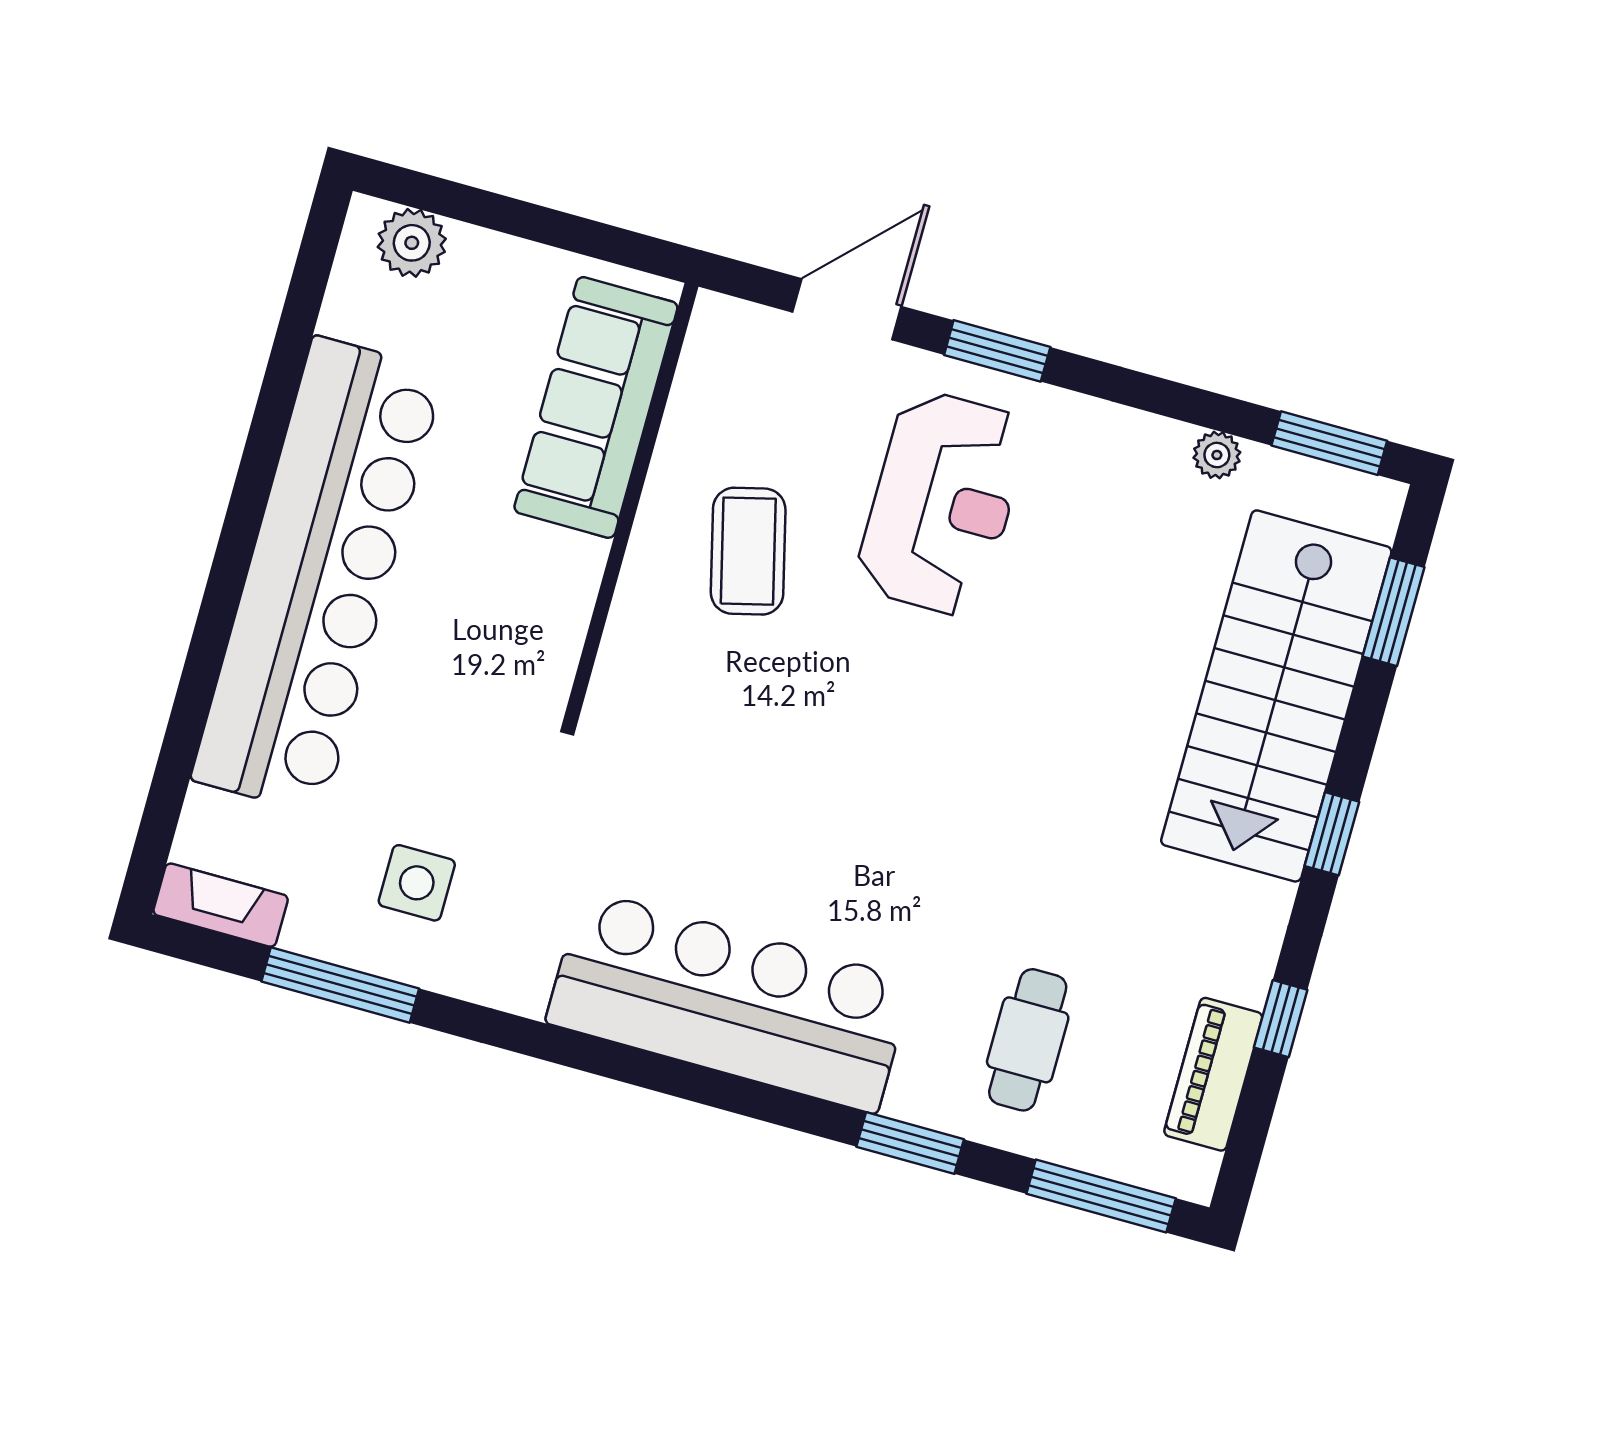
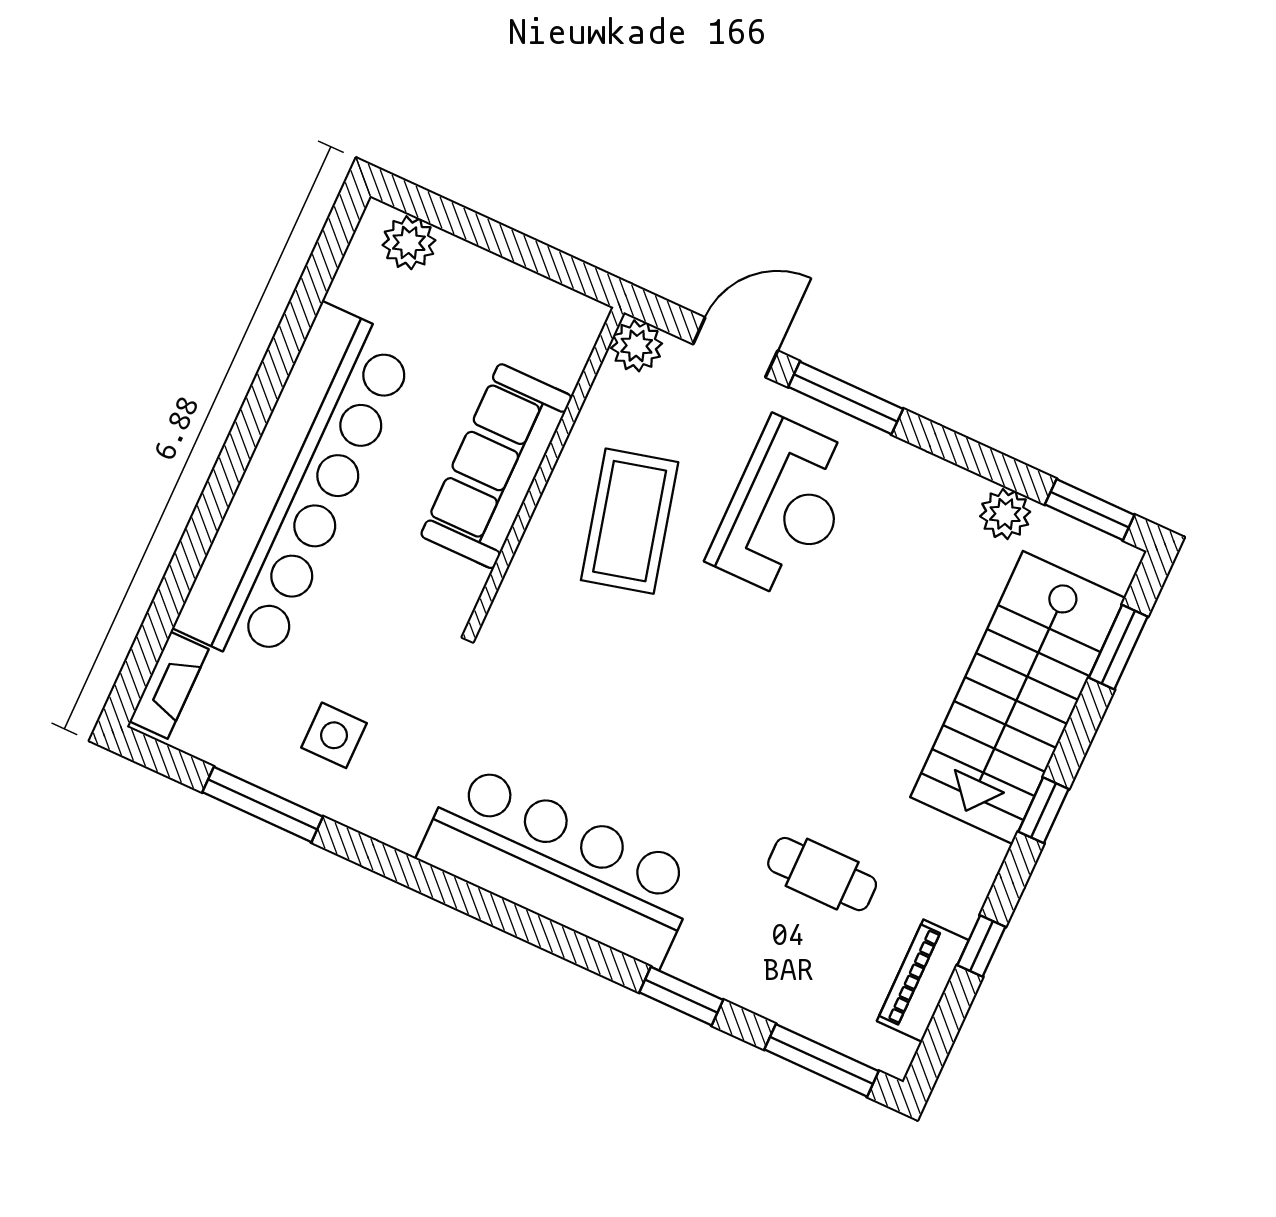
plant: (721, 327) -> (637, 346), added
window: (997, 351) -> (846, 398), width x1.44
sofa: (596, 407) -> (496, 466), moved
plant: (1217, 455) -> (1005, 514), width x1.38, depth x1.38
coffee table: (748, 551) -> (630, 521), width x1.36, depth x1.32
fireplace: (221, 905) -> (169, 685), moved, turned 90
cafe table: (1028, 1040) -> (822, 874), moved, turned 90

